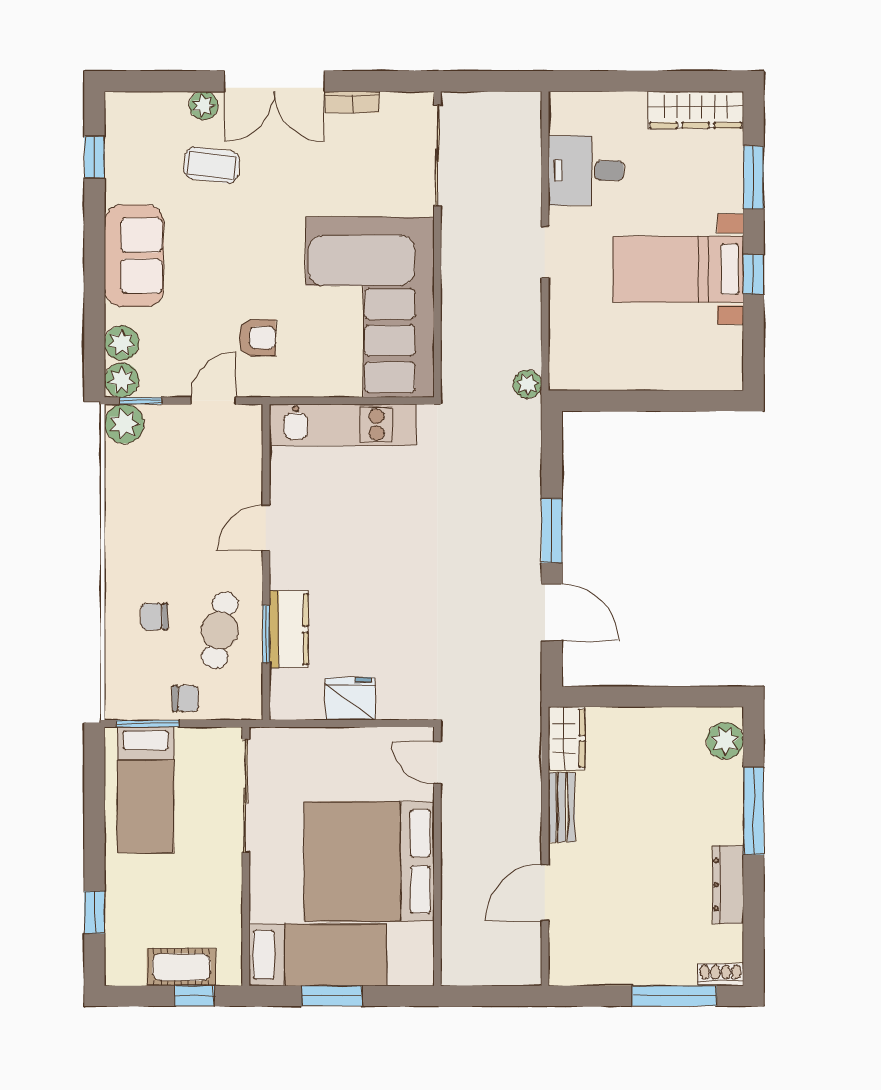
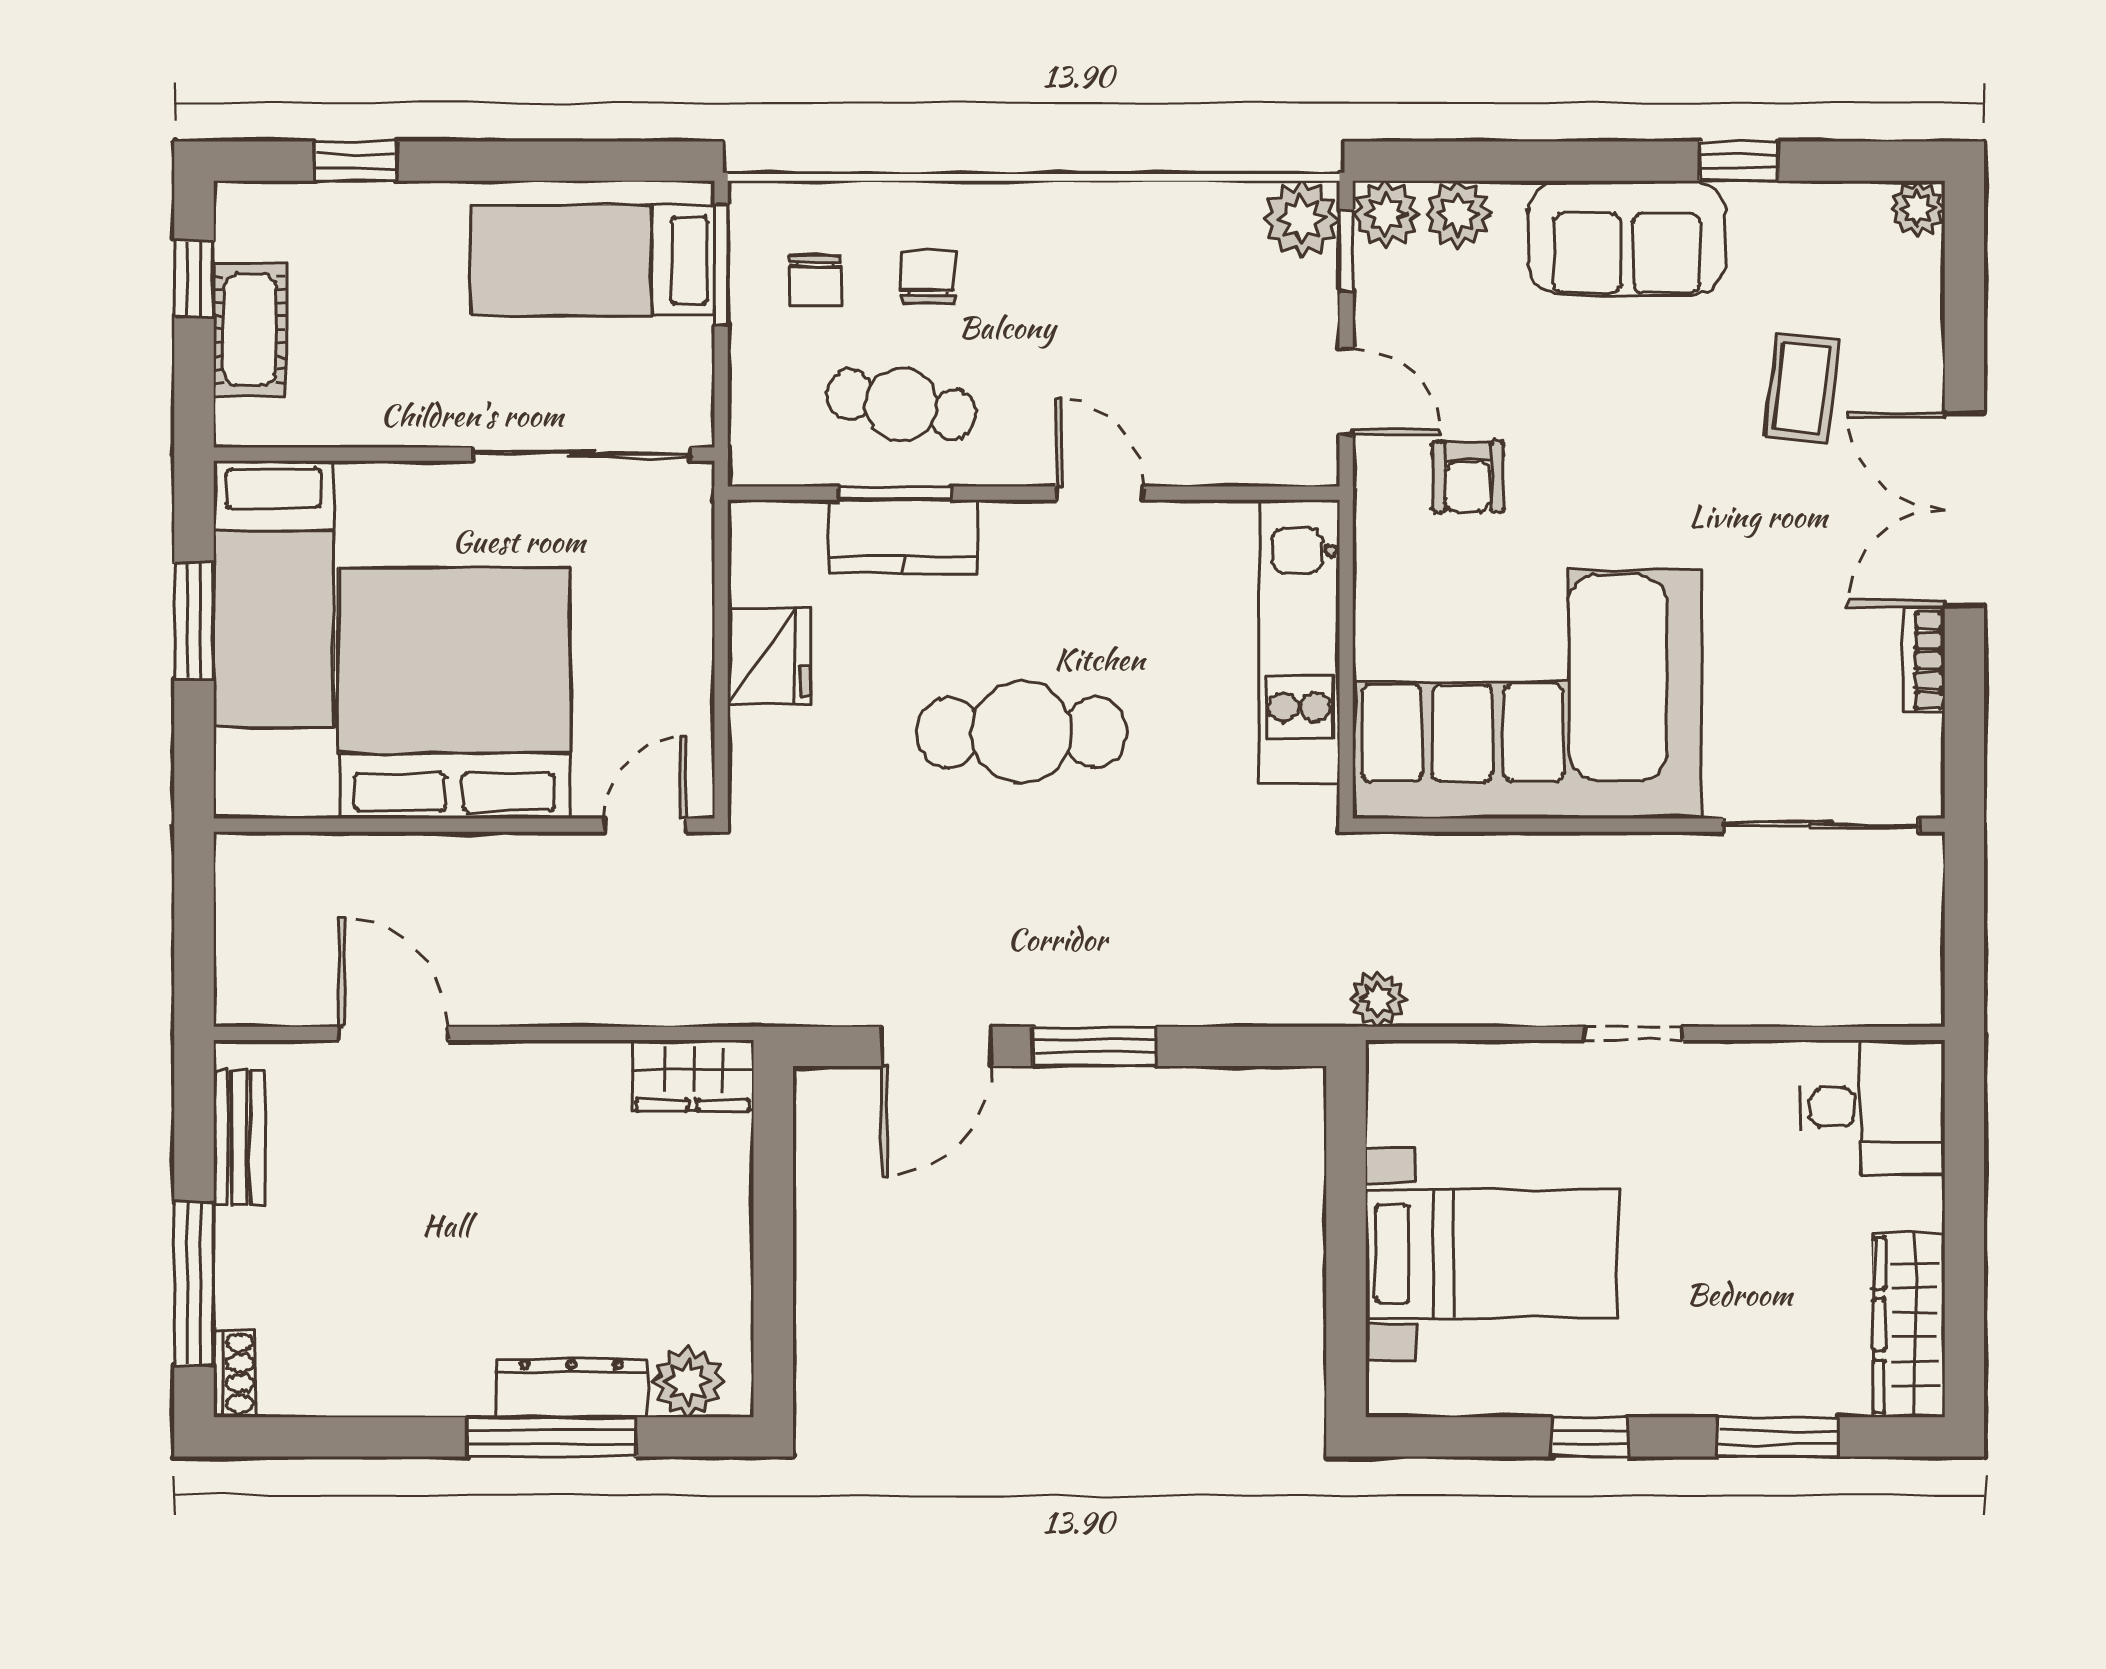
plant: (204, 106) -> (1917, 208), moved
window: (94, 157) -> (1739, 161), moved
desk: (586, 171) -> (1872, 1107), moved, turned 90
bed with nightstands: (678, 269) -> (1492, 1254), moved, turned 90
cafe table: (390, 568) -> (1022, 732), added
chair: (185, 699) -> (815, 280), moved
bench: (562, 807) -> (239, 1138), moved, turned 90
dresser: (728, 885) -> (571, 1388), moved
window: (194, 996) -> (194, 279), moved

